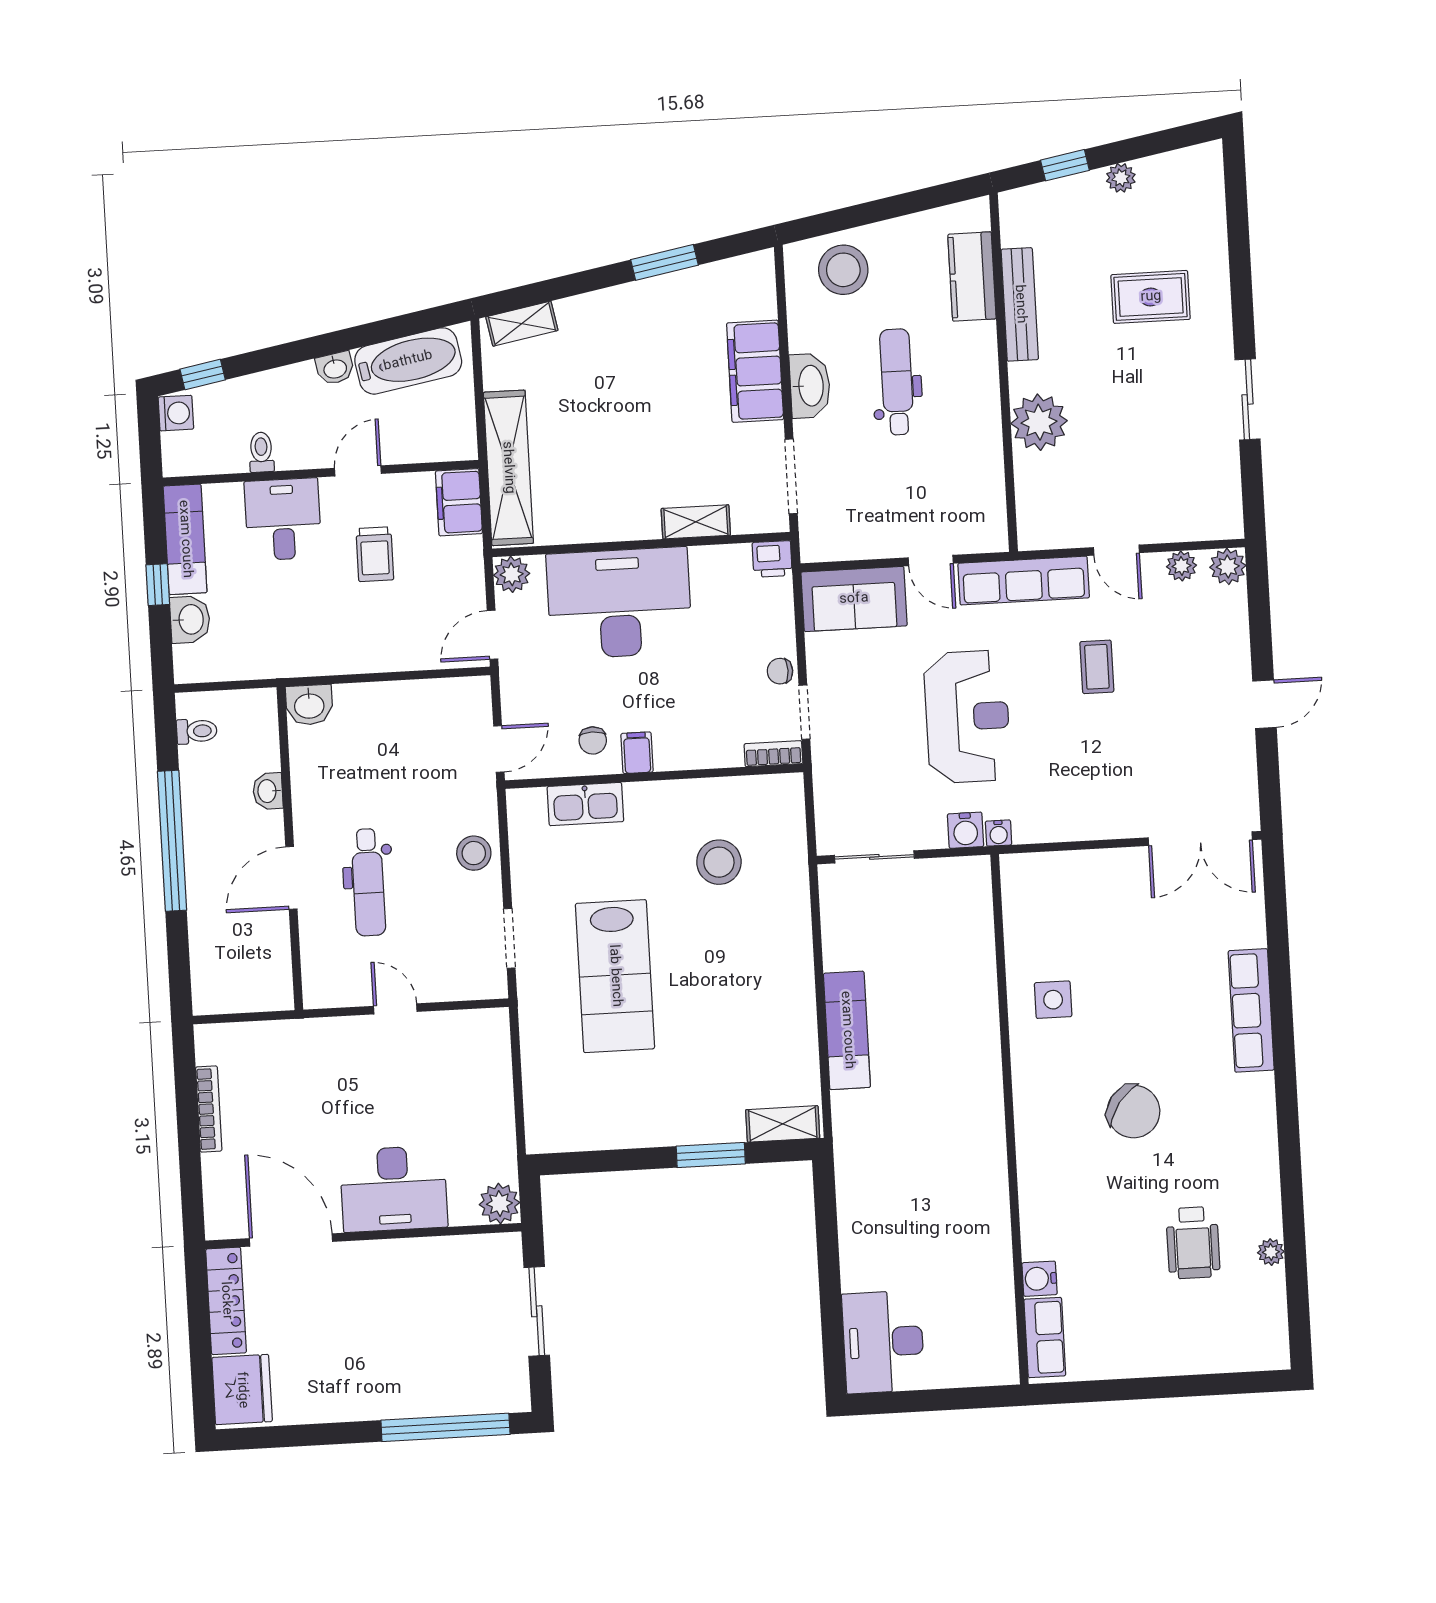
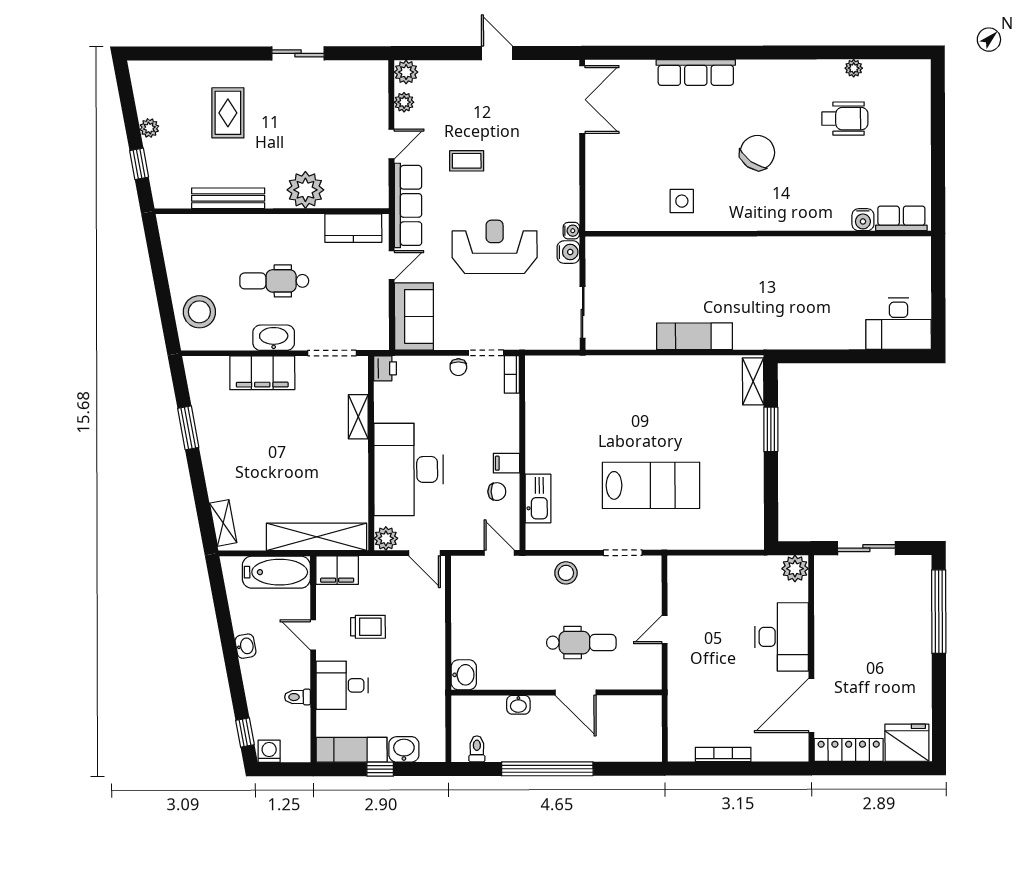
kitchen counter: (972, 277) -> (353, 228), moved
bathtub: (408, 361) -> (276, 572), moved, turned 100
stool: (719, 862) -> (580, 414), removed

